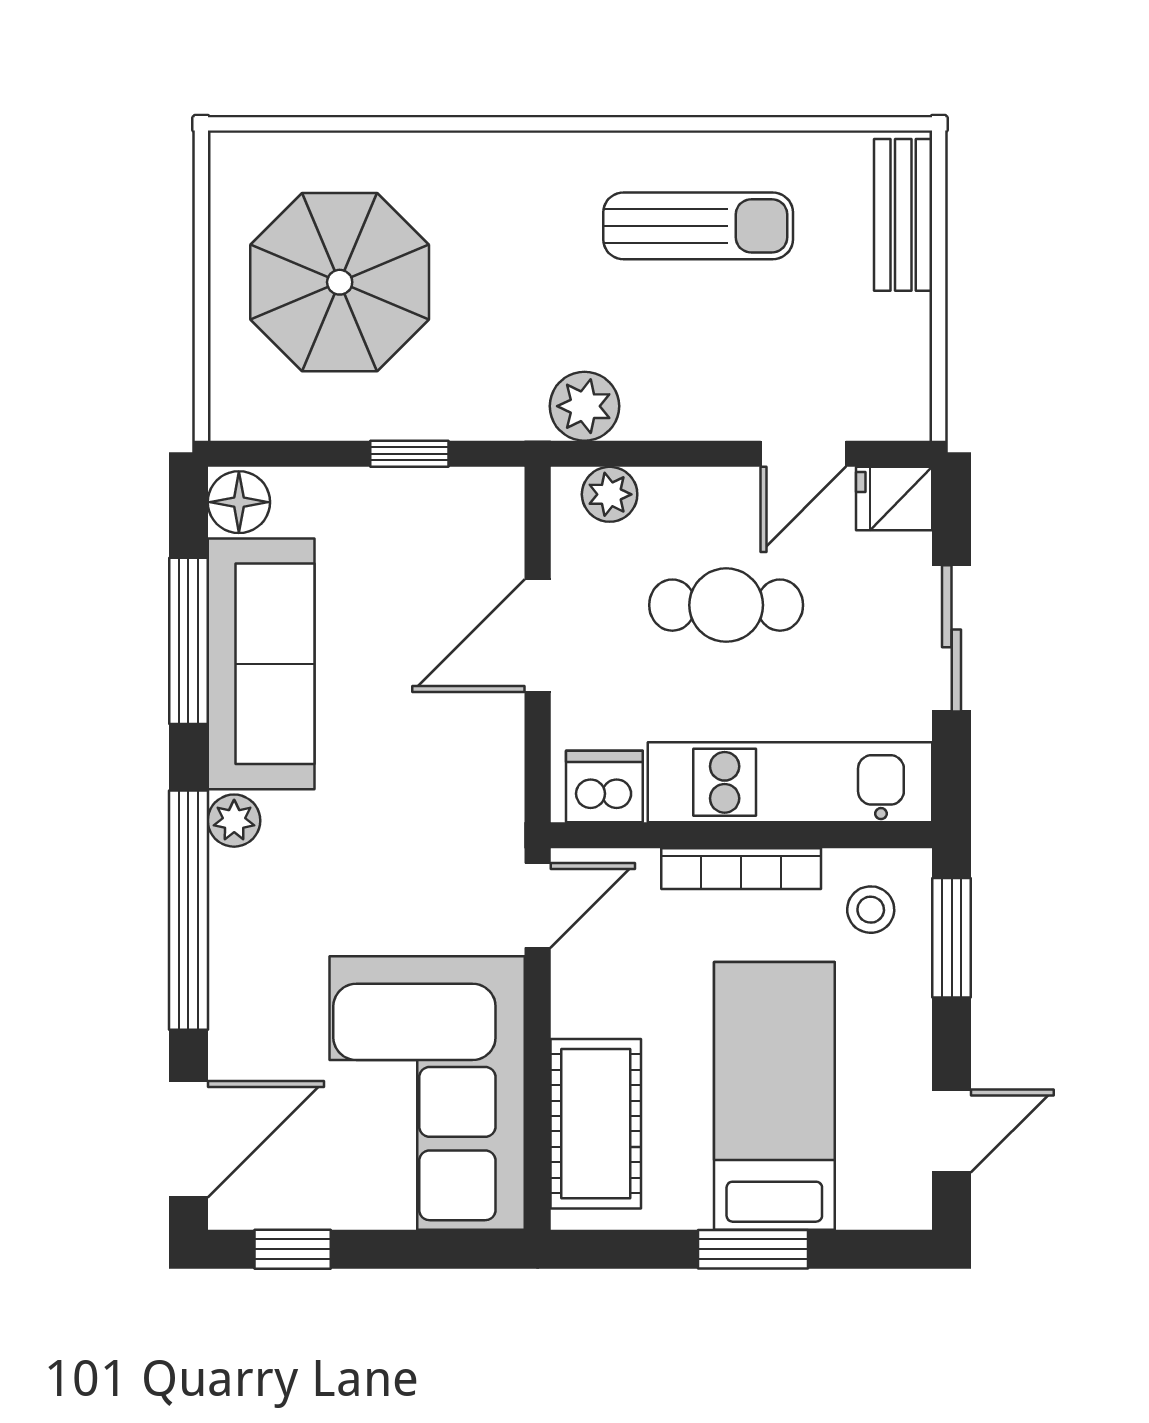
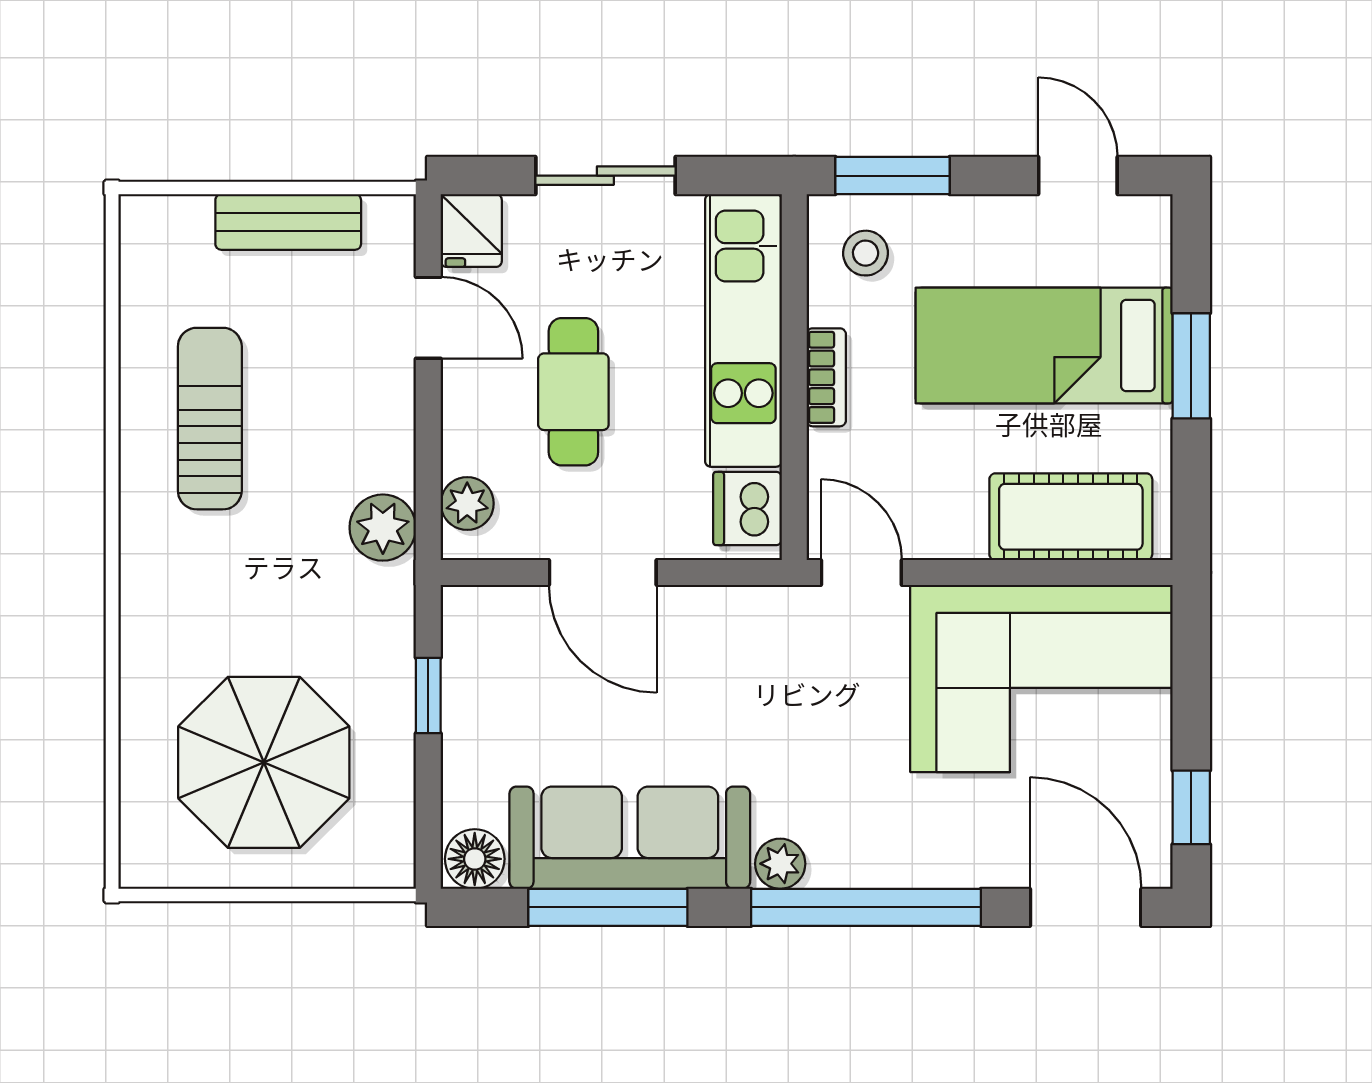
bench: (903, 215) -> (288, 222), moved
bookcase: (741, 869) -> (826, 377), width x0.64

